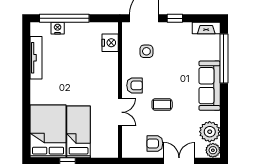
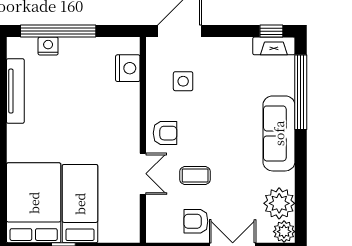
window: (175, 18) -> (271, 31), moved
coffee table: (162, 104) -> (195, 176), moved

